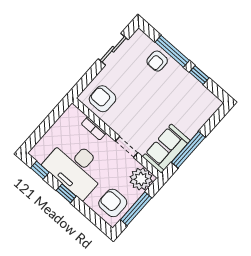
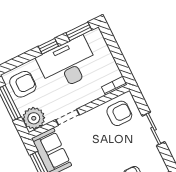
sliding door: (113, 49) -> (153, 129), moved
bookcase: (94, 128) -> (114, 86), moved
window: (40, 170) -> (79, 31), width x1.50

